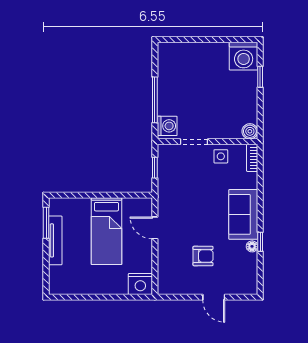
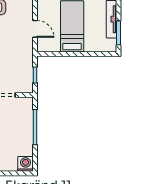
washing machine: (167, 126) -> (26, 164), moved, turned 90

